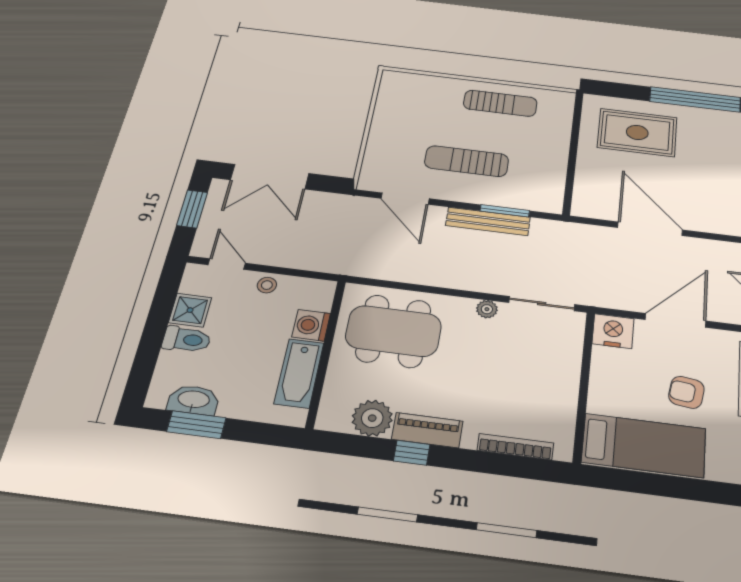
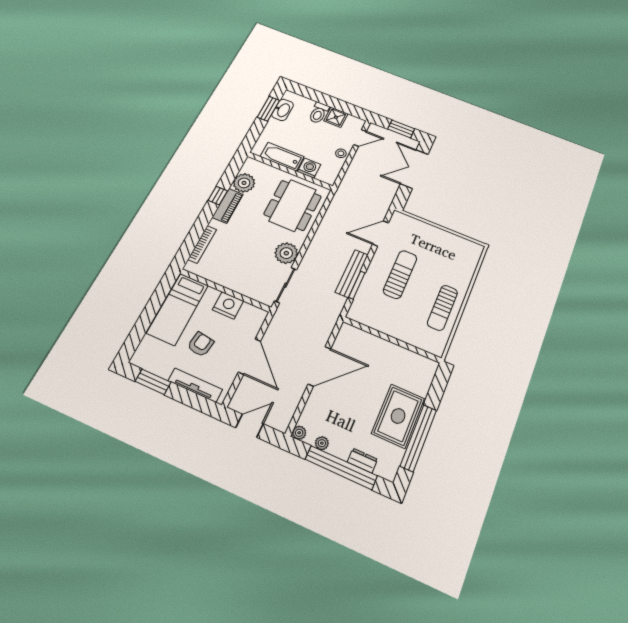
rug: (637, 132) -> (398, 416), moved
plant: (487, 309) -> (286, 253), width x1.88, depth x1.88
nightstand: (613, 331) -> (228, 305), moved, turned -90

